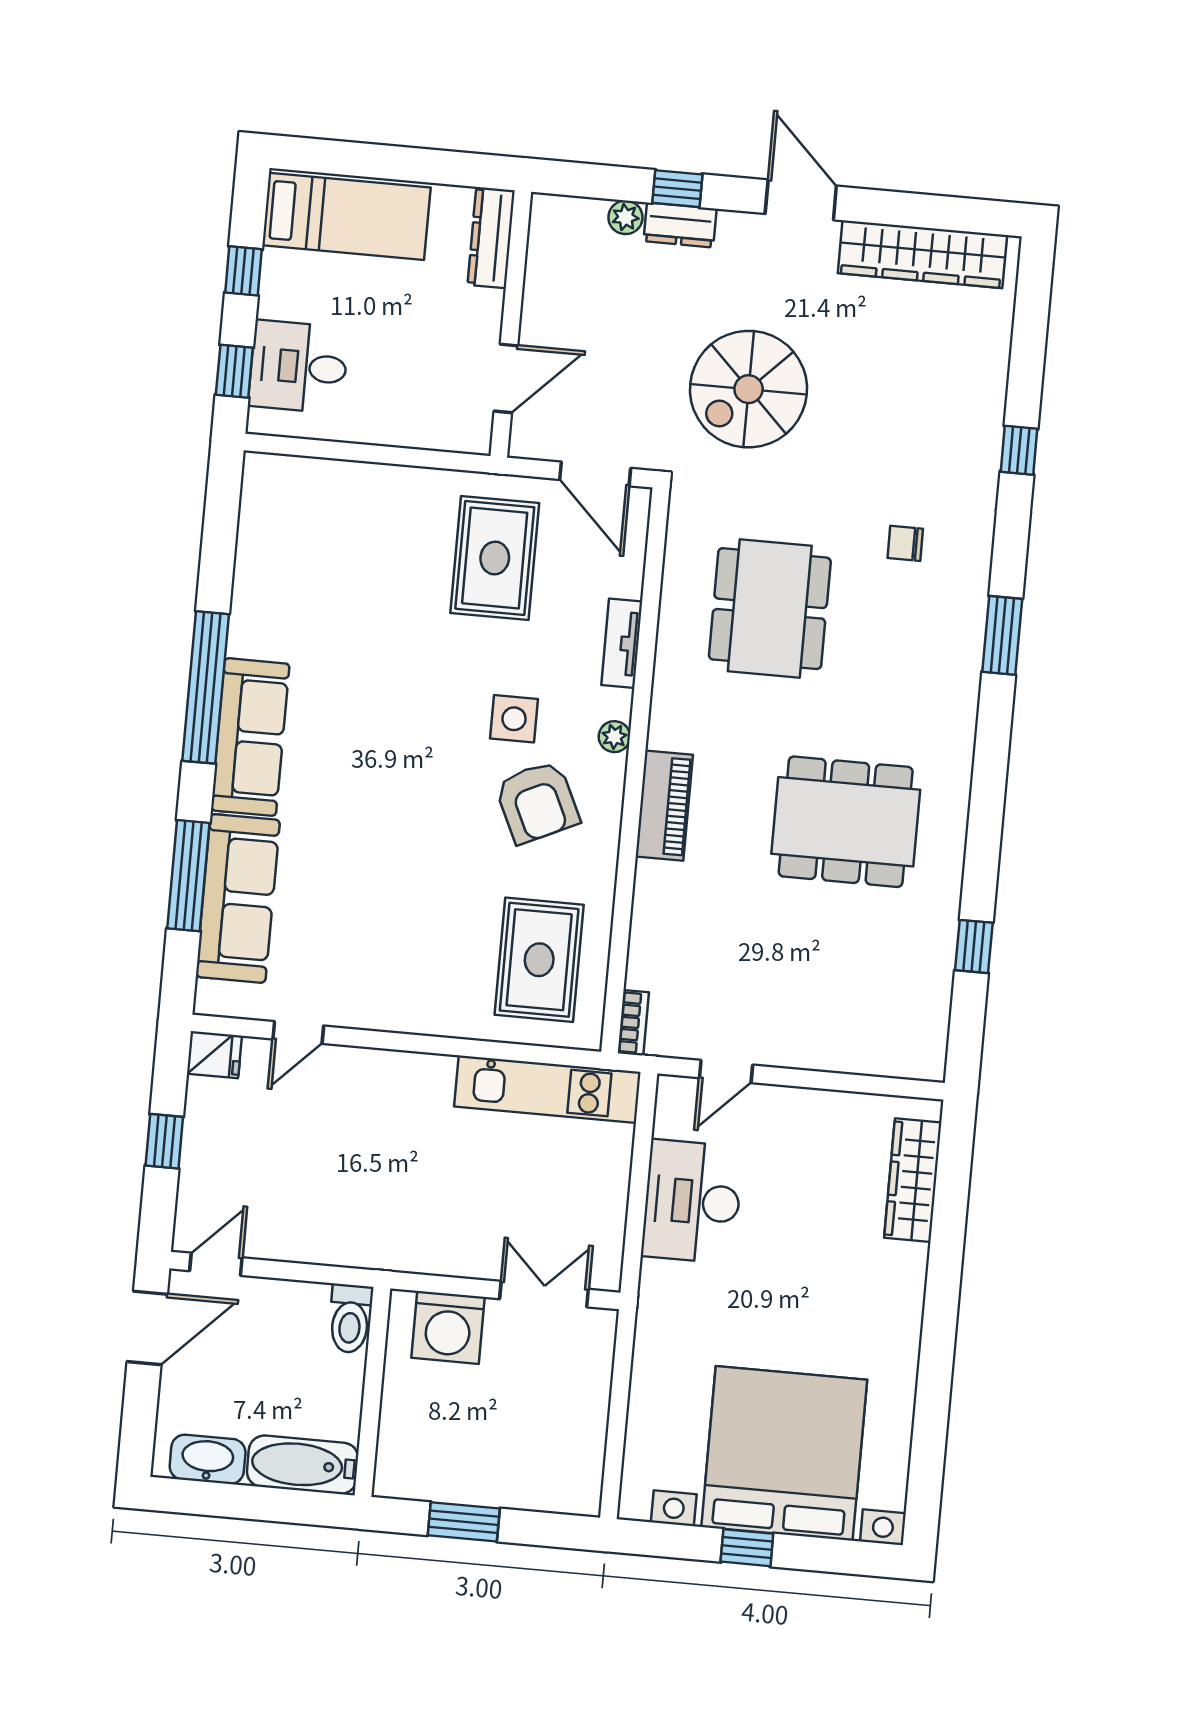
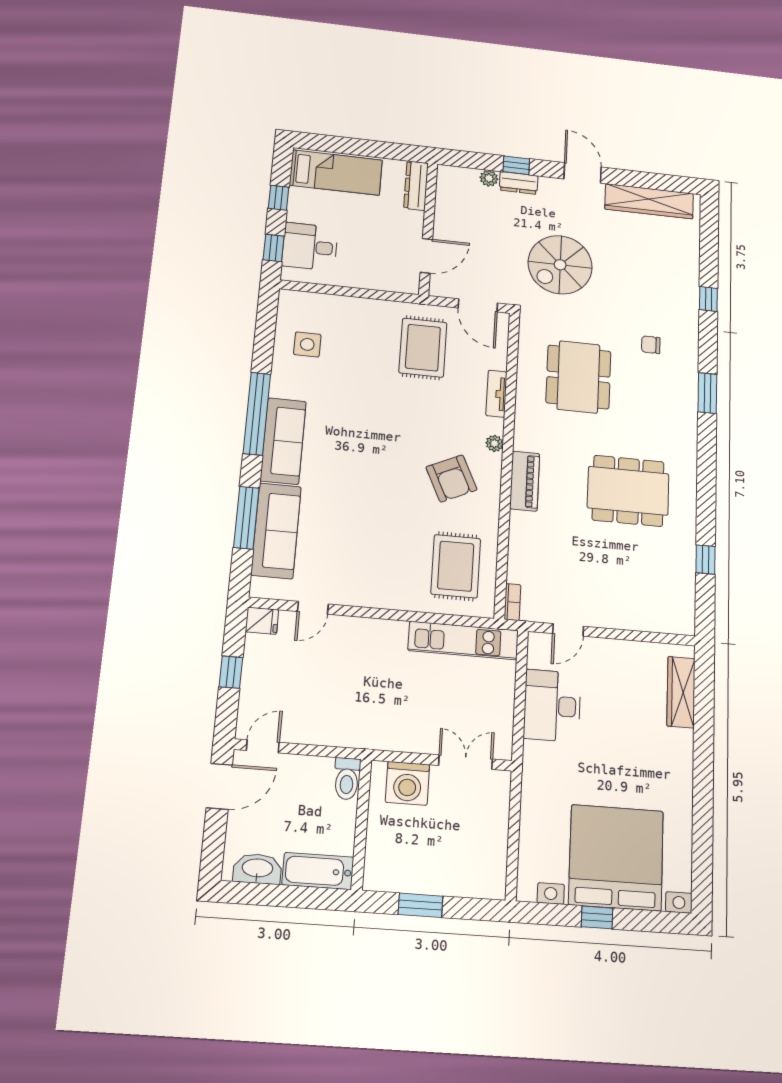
side table: (514, 719) -> (307, 344), moved

